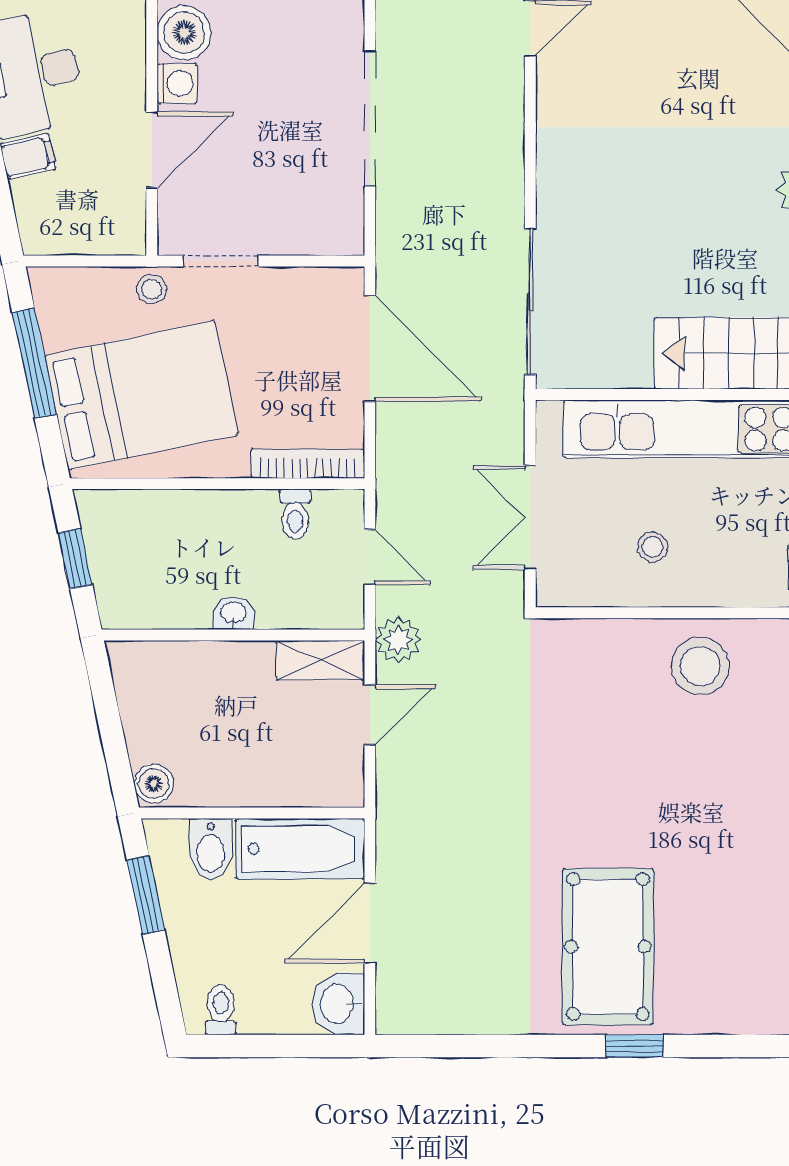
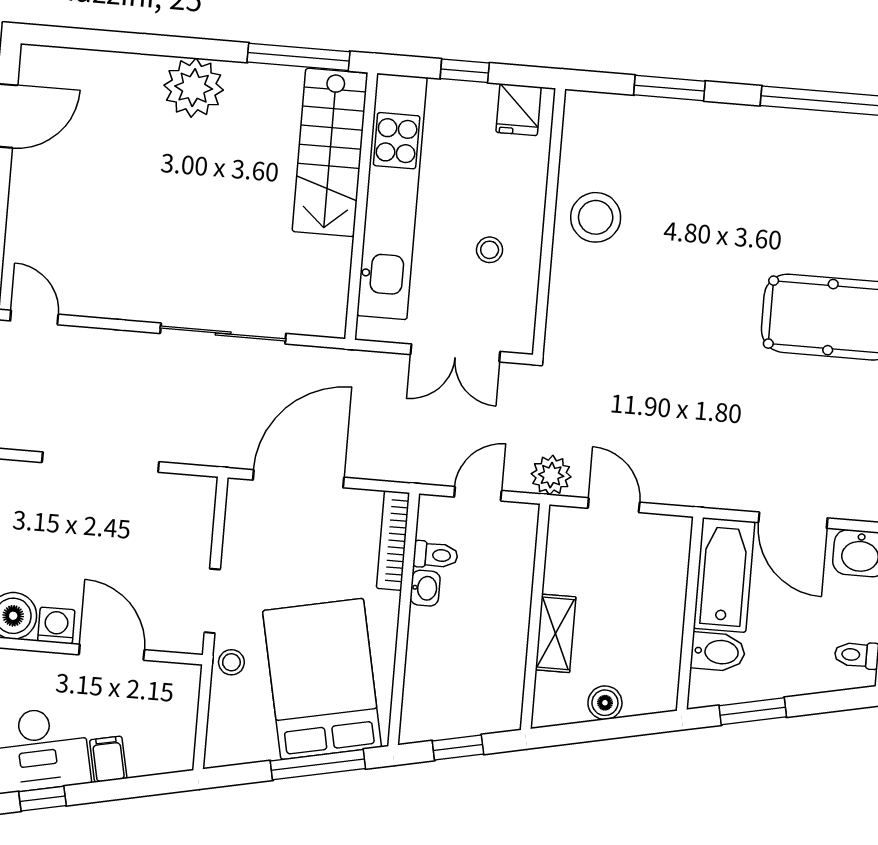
sliding door: (530, 302) -> (223, 333), moved
window: (34, 363) -> (318, 765), moved
washbasin: (234, 613) -> (425, 588), moved, turned 180
shelving: (320, 660) -> (556, 633), moved
boiler: (154, 784) -> (605, 703), moved

